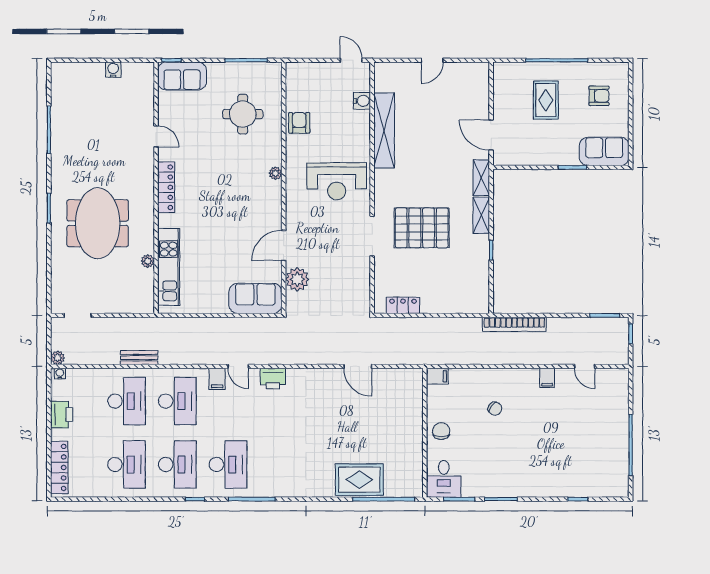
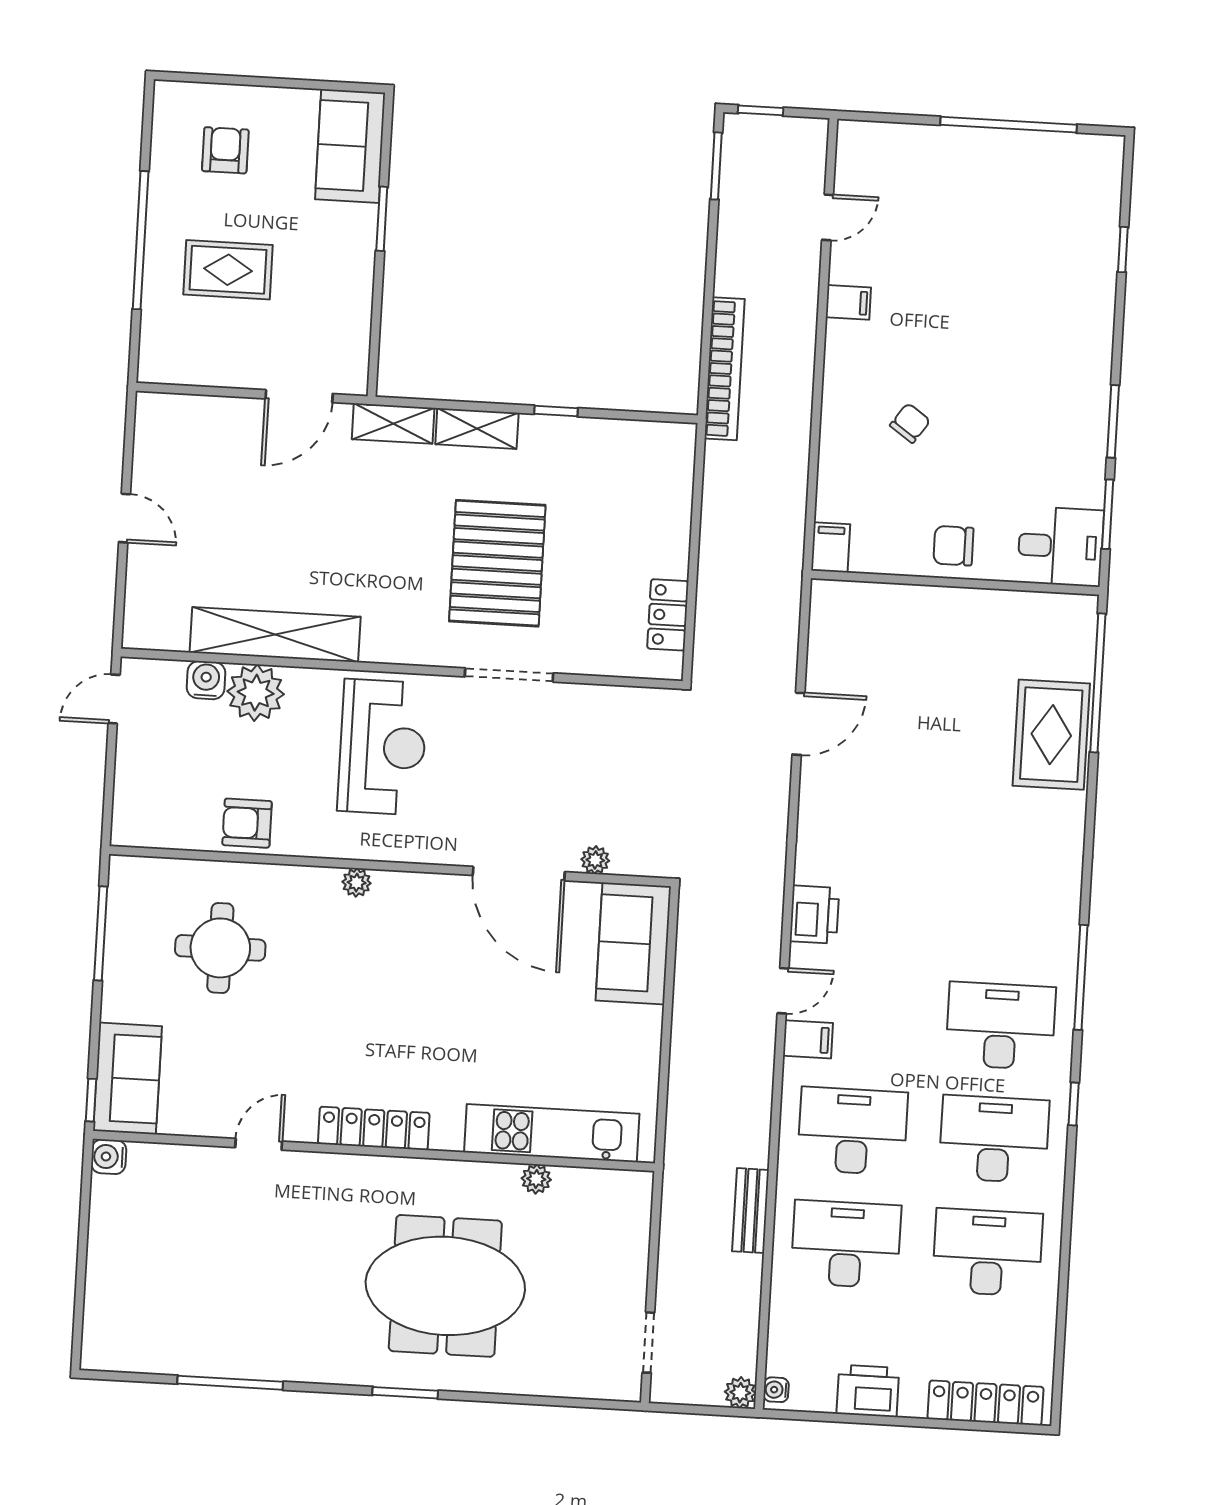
water cooler: (113, 70) -> (109, 1157), moved
plant: (358, 123) -> (256, 693), added
door: (284, 245) -> (519, 874), width x1.36
plant: (297, 279) -> (595, 860), width x0.53, depth x0.53

